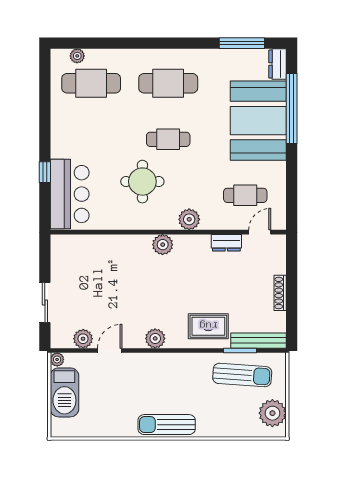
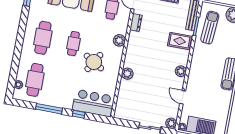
window: (45, 118) -> (49, 109), added
round table: (142, 182) -> (94, 62), turned 31
plant: (163, 245) -> (127, 74), moved
rug: (208, 326) -> (180, 41), turned 90
plant: (83, 339) -> (171, 123), moved

